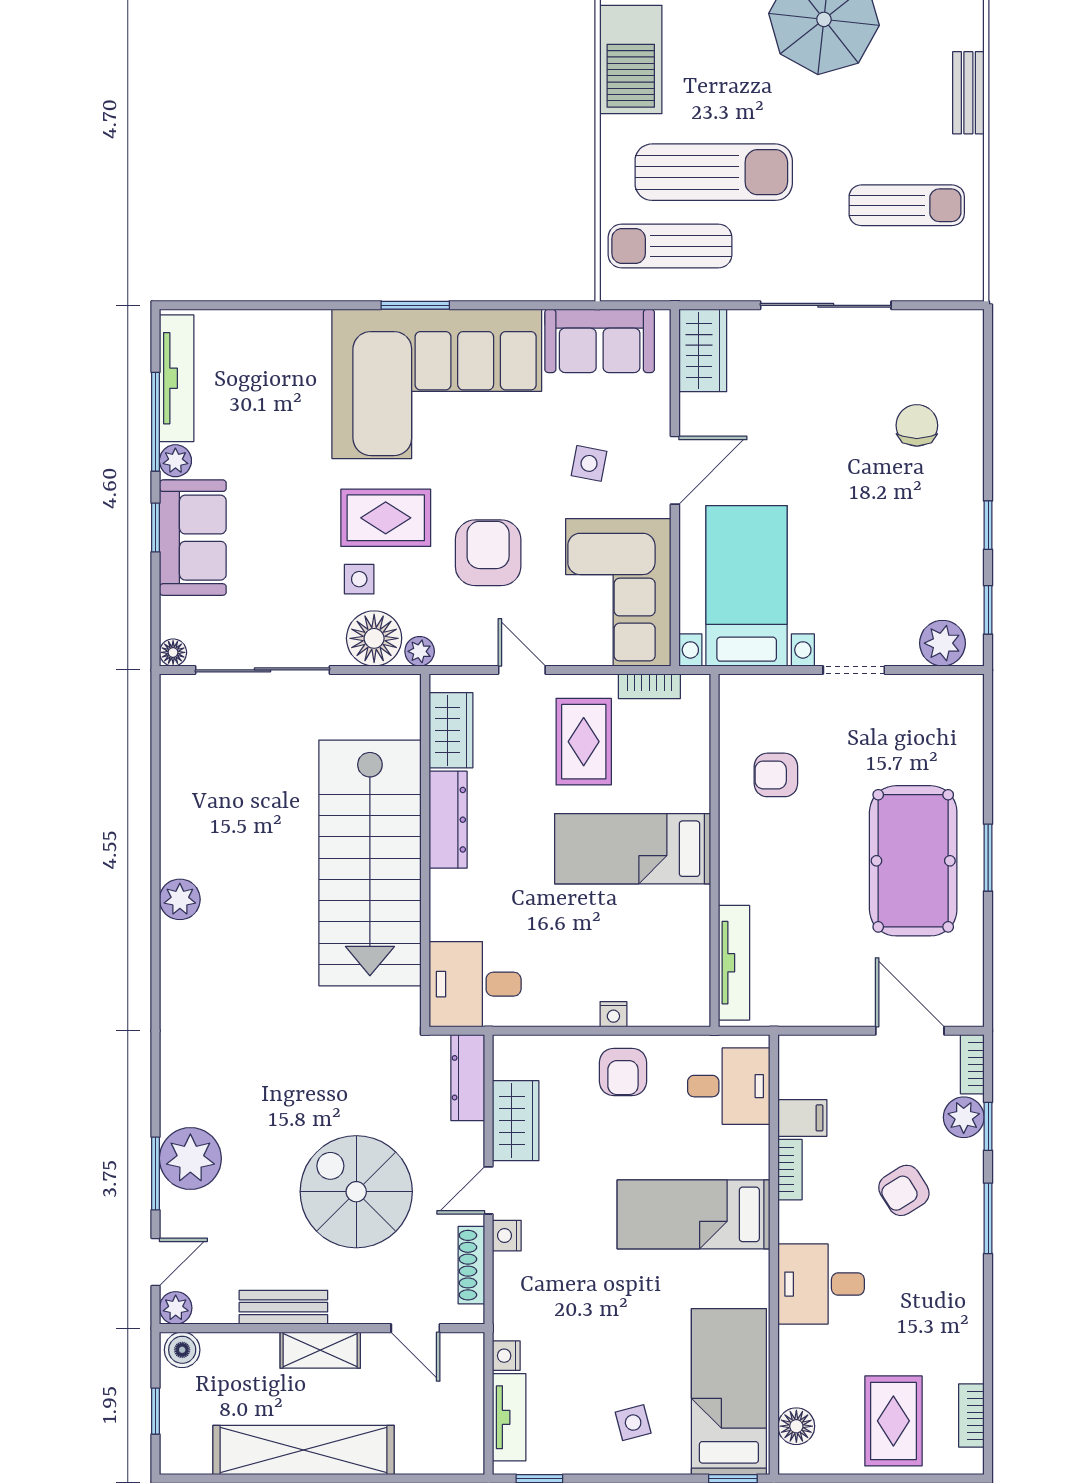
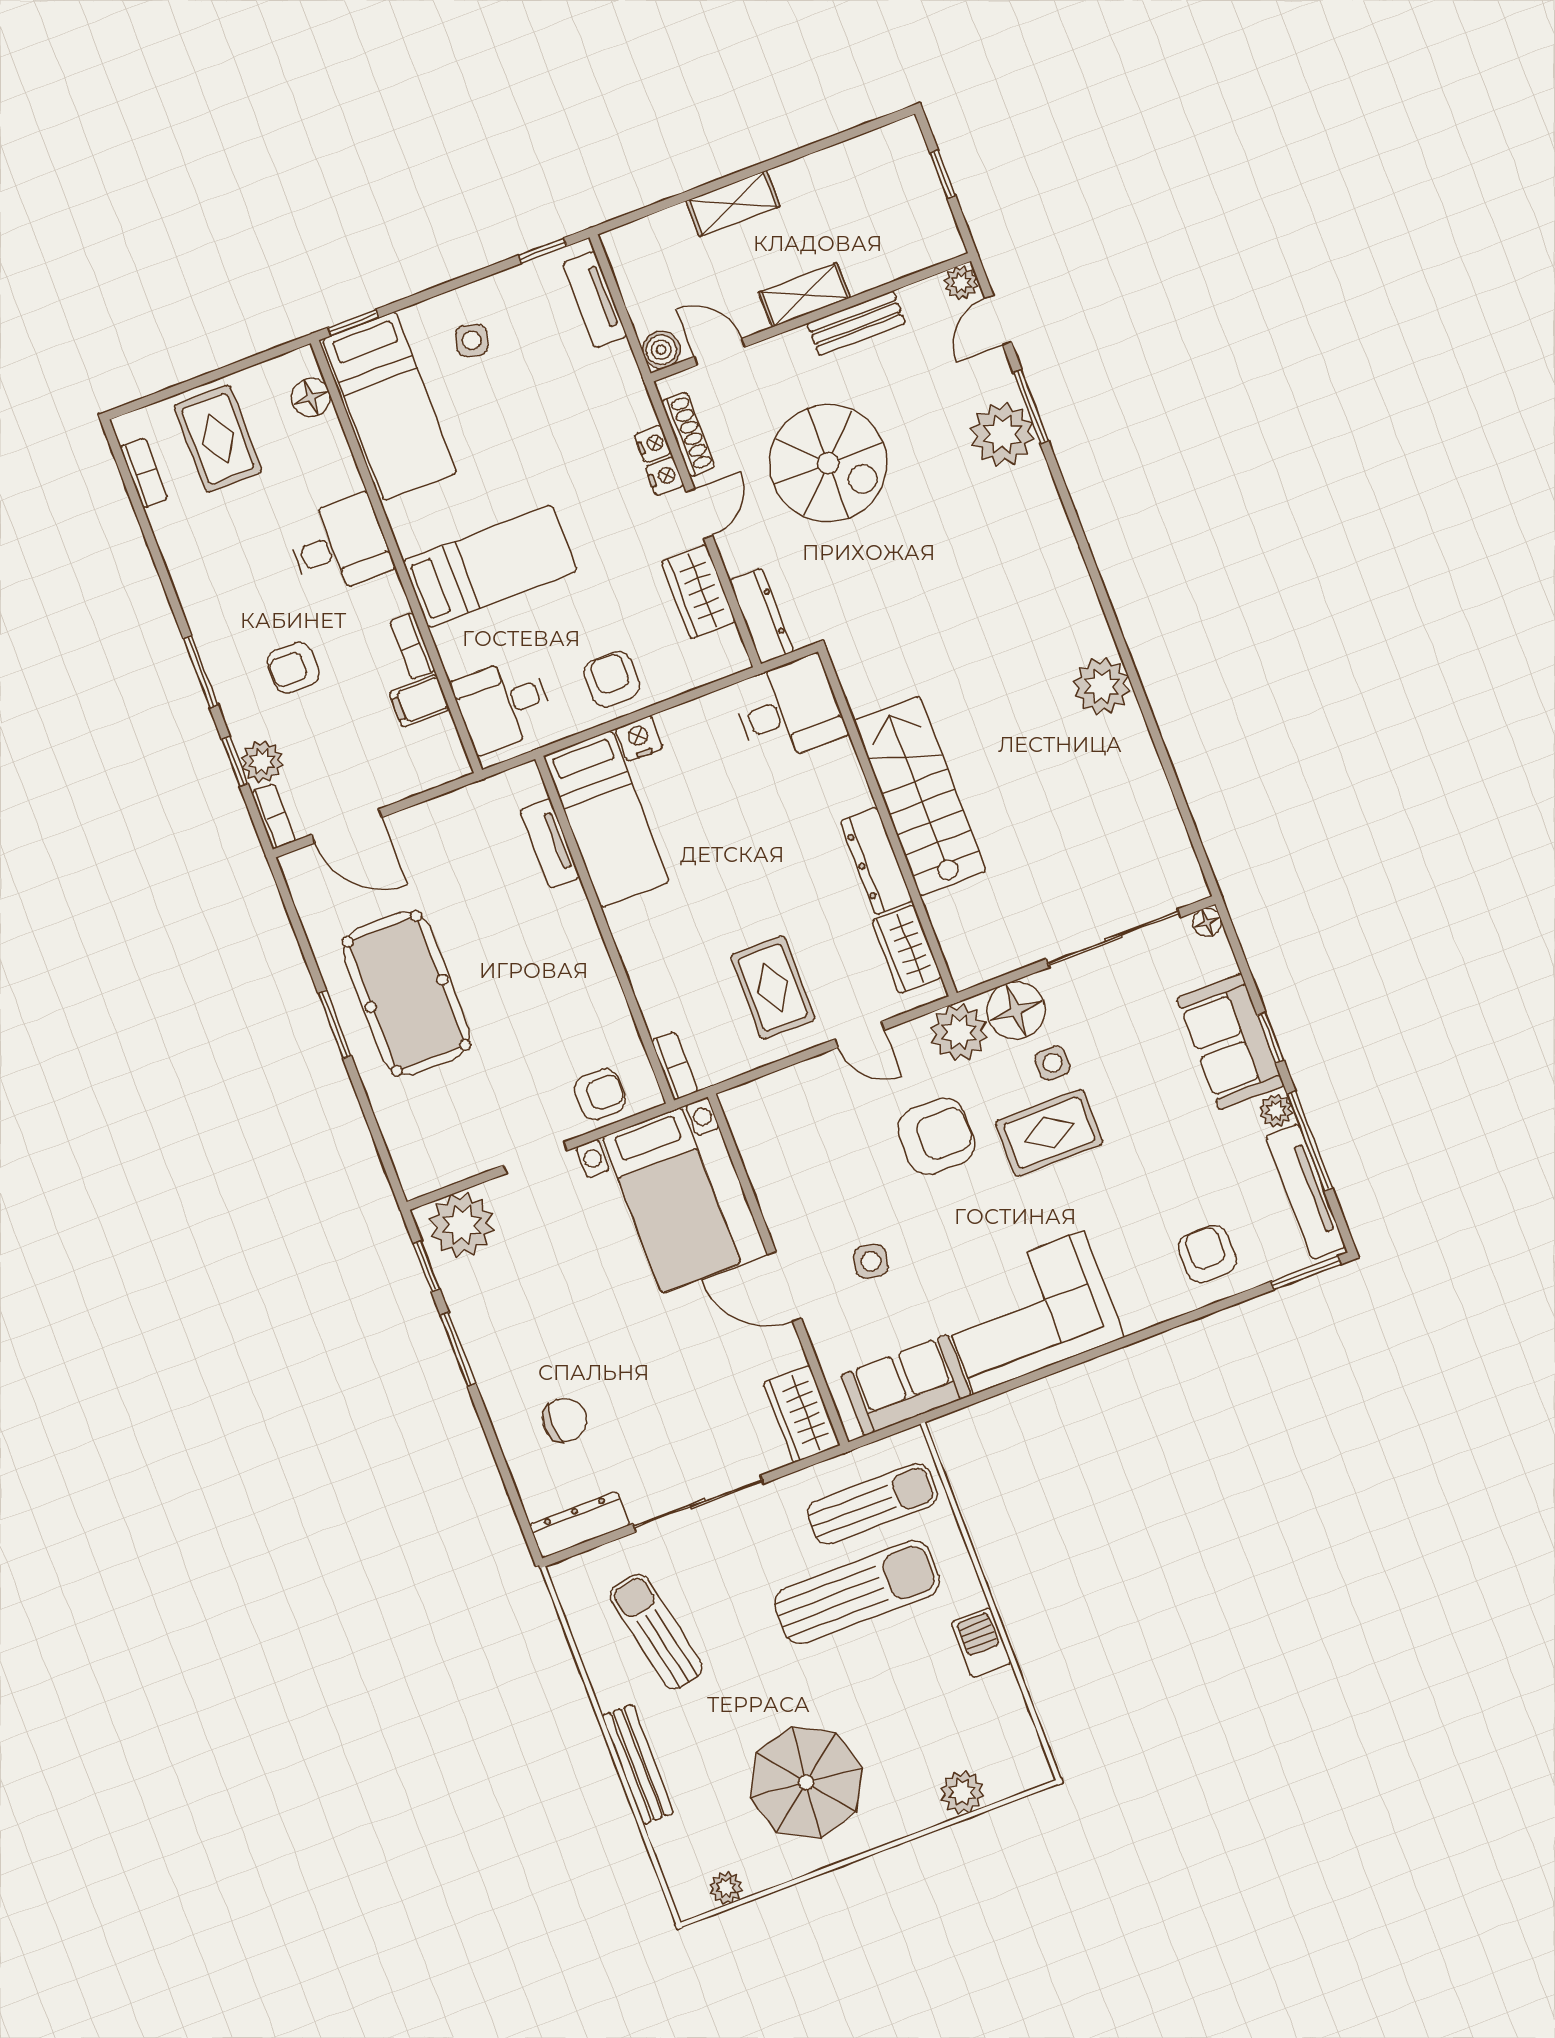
barbecue: (631, 59) -> (981, 1643), width x0.53, depth x0.65
bench: (968, 93) -> (638, 1764), width x1.36
sun lounger: (714, 172) -> (857, 1592), turned 180
sun lounger: (907, 205) -> (656, 1632), turned 78
window: (415, 305) -> (1306, 1273), moved
dresser: (939, 327) -> (579, 1525), added
armchair: (286, 356) -> (1207, 1254), added
corner sofa: (437, 384) -> (1029, 1312), width x0.73, depth x0.74
chair: (917, 425) -> (565, 1420), turned -90
door: (675, 470) -> (784, 1287), hinge flipped
window: (988, 525) -> (458, 1349), width x1.50
armchair: (488, 553) -> (936, 1136), turned -90
corner sofa: (618, 592) -> (794, 1146), removed
plant: (942, 643) -> (462, 1225), width x1.36, depth x1.36
plant: (420, 651) -> (959, 1032), width x1.87, depth x1.87
bookcase: (649, 686) -> (675, 1066), moved, turned 90
armchair: (776, 775) -> (600, 1094), moved
bed: (633, 849) -> (606, 819), moved, turned 90
stairs: (370, 863) -> (920, 796), width x0.73, depth x0.66
plant: (180, 899) -> (1102, 686), width x1.36, depth x1.36
tv unit: (734, 963) -> (550, 843), width x0.71
nightstand: (613, 1014) -> (639, 738), width x1.39, depth x1.35
armchair: (904, 1190) -> (293, 668), turned -148
boiler: (182, 1350) -> (661, 350), moved
nightstand: (506, 1356) -> (653, 444), moved
side table: (633, 1423) -> (472, 340), turned 30
shelving: (304, 1450) -> (733, 204), width x0.45, depth x0.75

